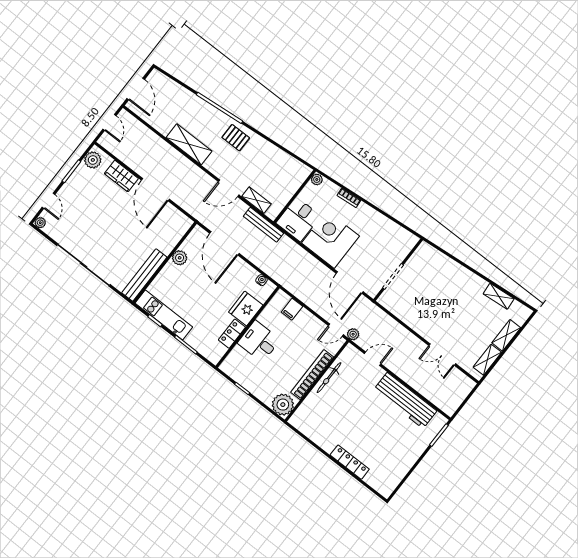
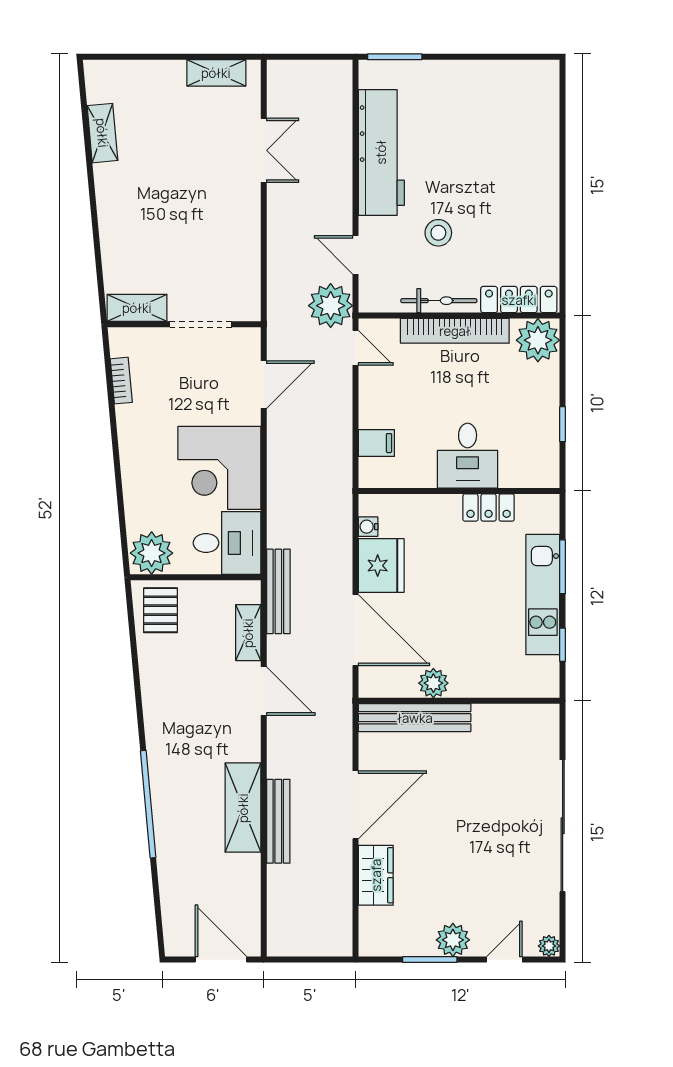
door: (136, 89) -> (221, 960), hinge flipped
door: (110, 122) -> (306, 960), removed
pallet: (236, 138) -> (160, 610), moved
bench: (173, 154) -> (278, 821), added
plant: (93, 160) -> (453, 940), moved
plant: (317, 179) -> (152, 553), width x1.88, depth x1.88
bookcase: (349, 198) -> (121, 381), moved
door: (224, 243) -> (356, 630), hinge flipped
bench: (144, 275) -> (415, 718), moved
door: (350, 283) -> (264, 385), width x0.73
fridge: (246, 309) -> (381, 566), moved, turned -90
kitchen unit: (164, 315) -> (543, 595), moved
plant: (353, 334) -> (331, 306), width x1.88, depth x1.88
shelving: (506, 335) -> (137, 308), moved
stool: (356, 398) -> (438, 233), added
locker: (350, 462) -> (519, 300), moved, turned 90

